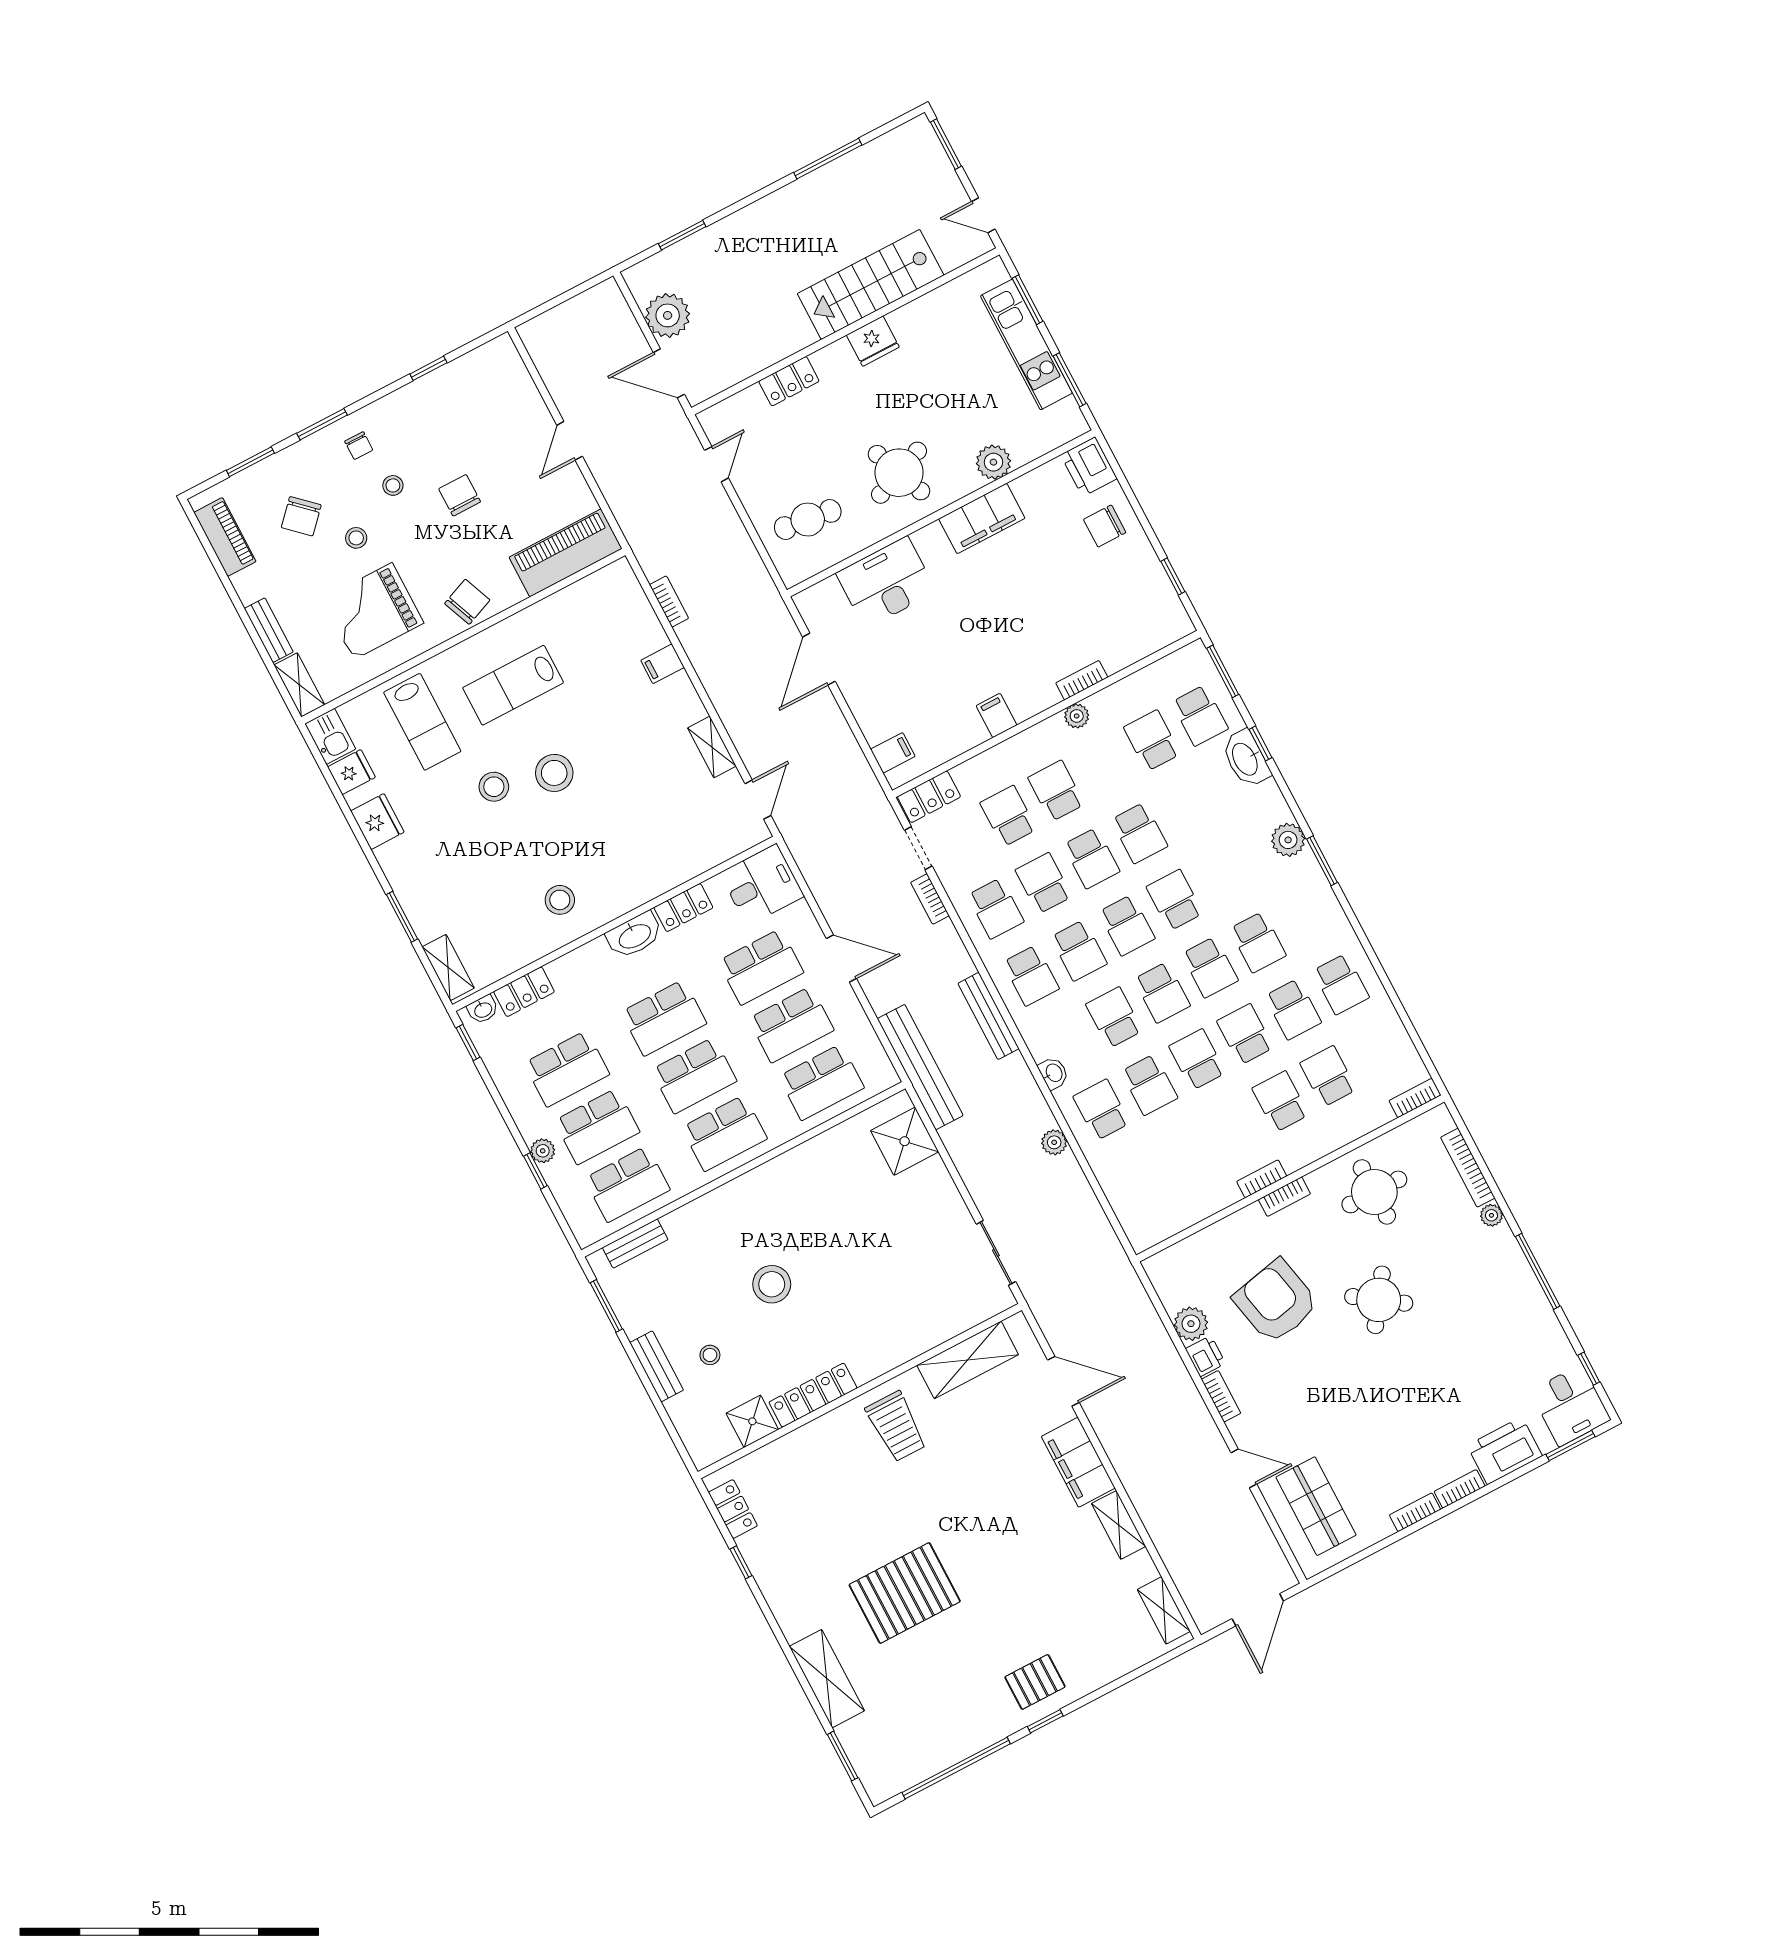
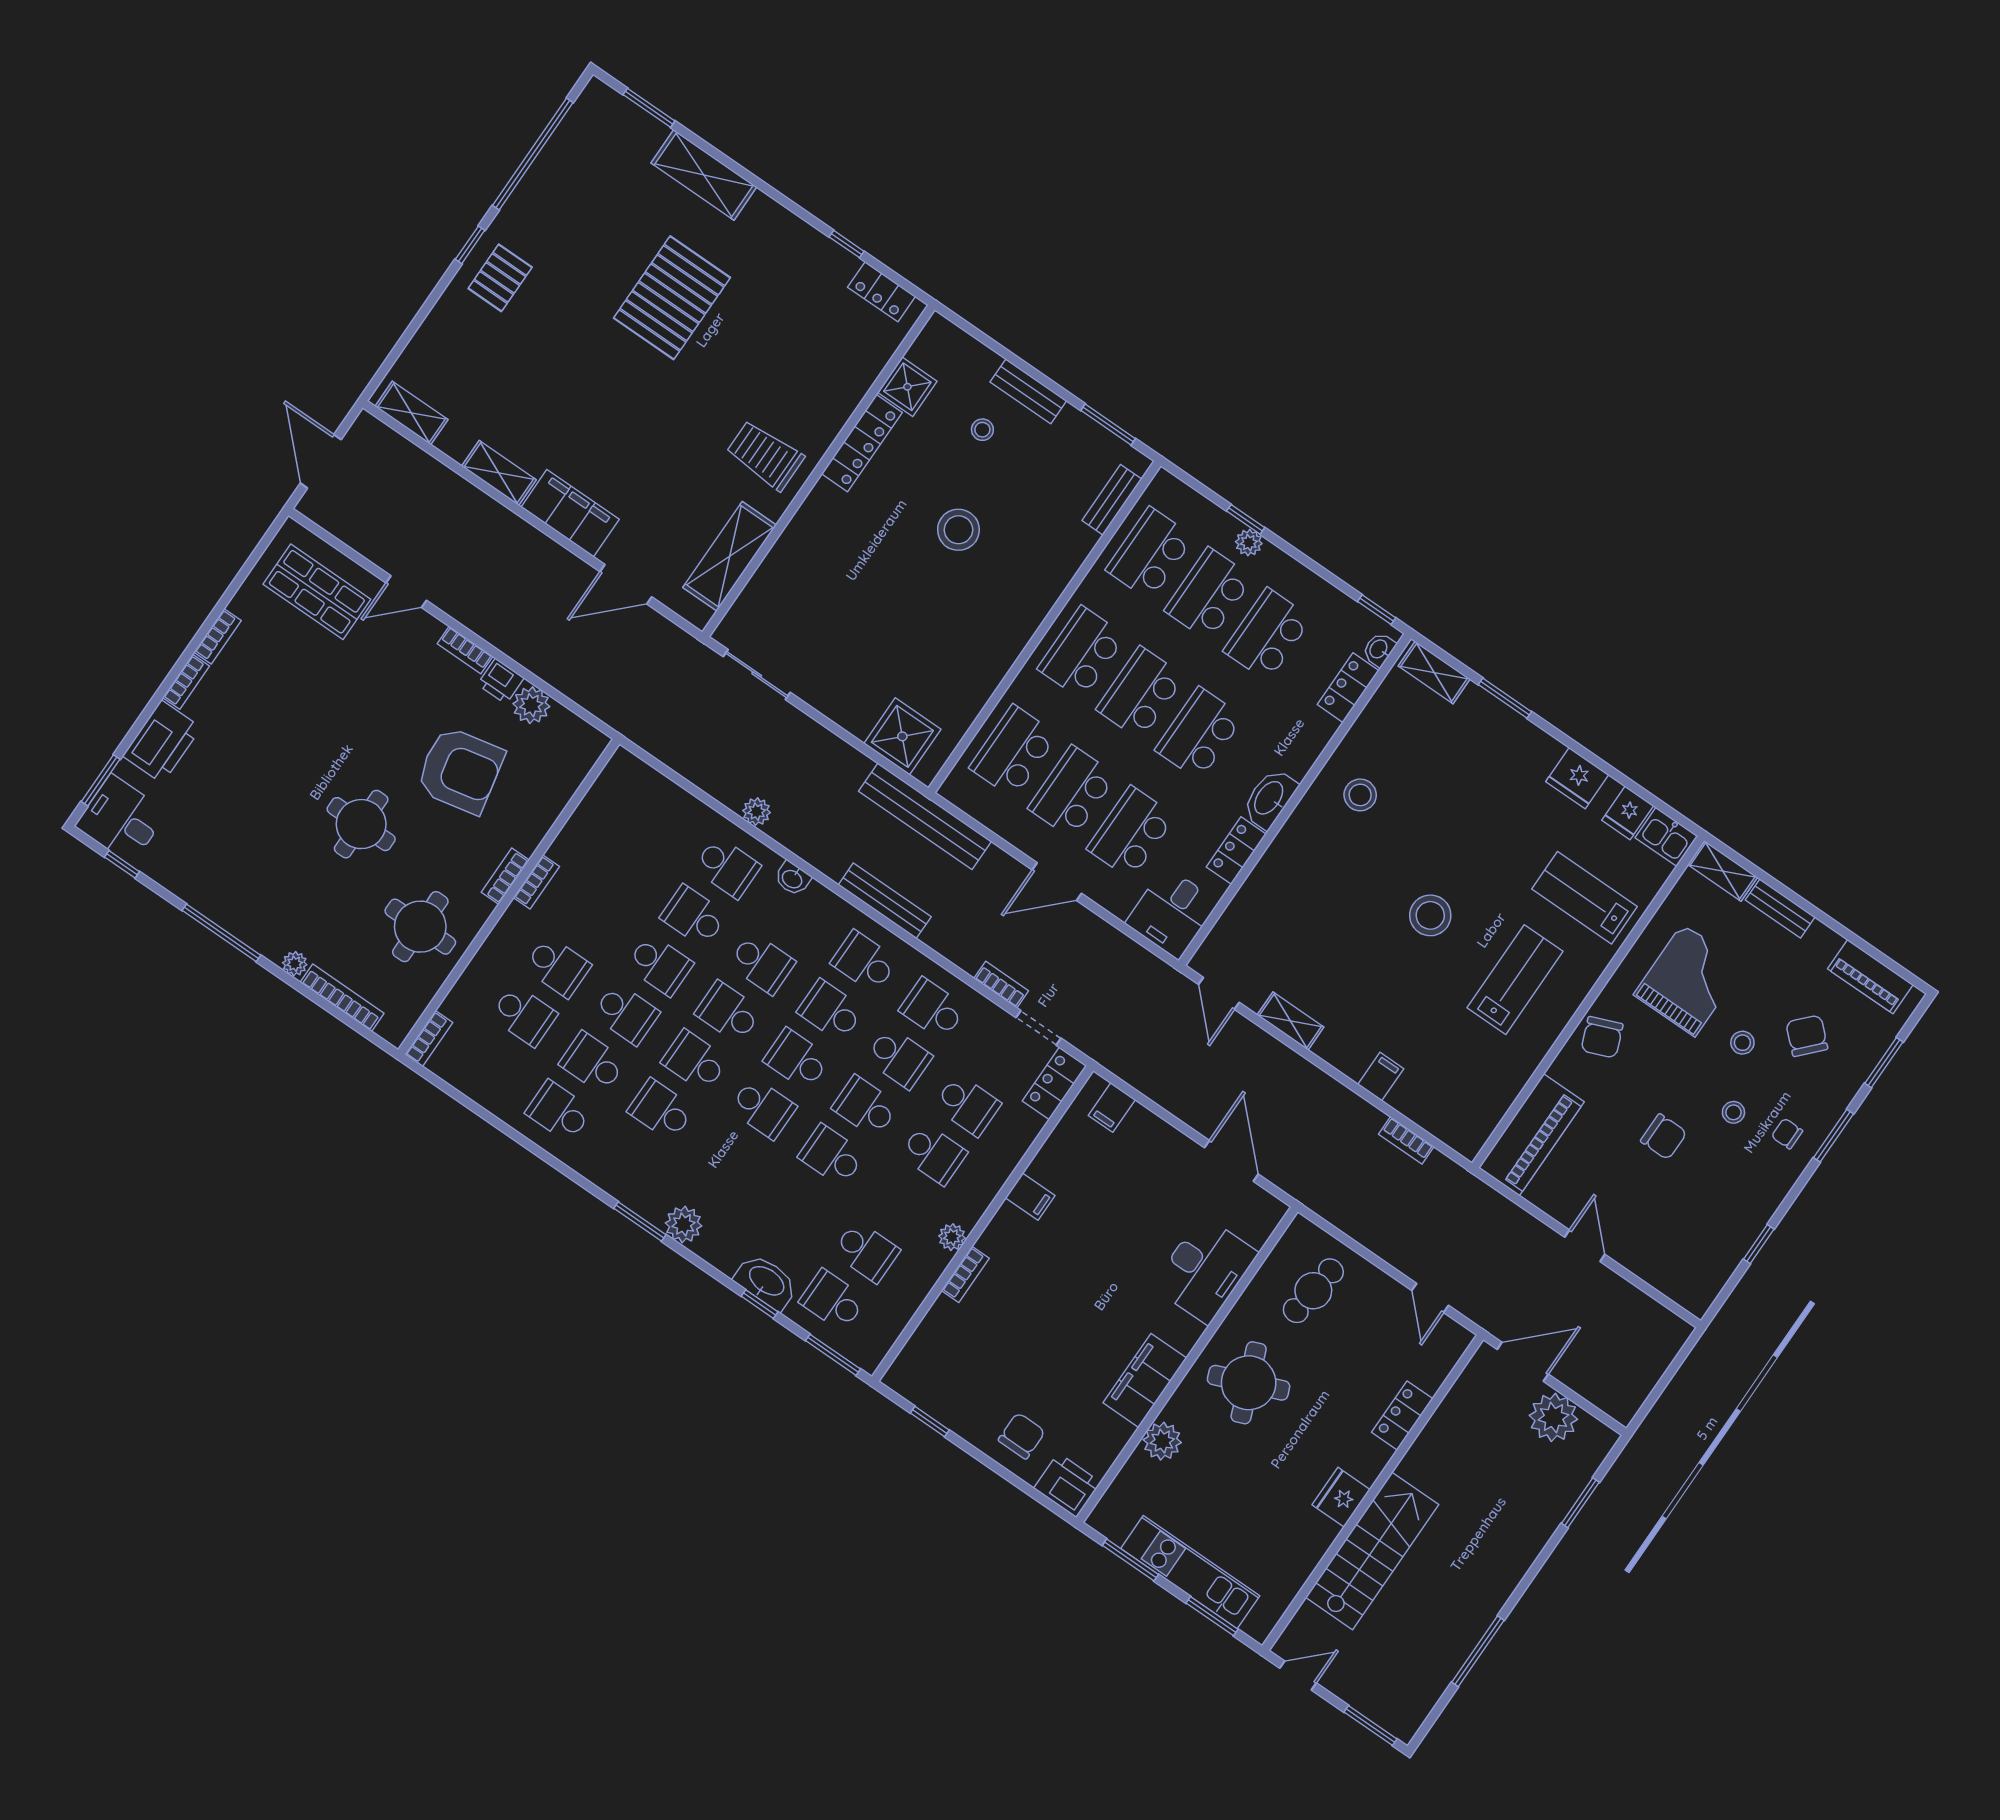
stool: (494, 787) -> (1482, 871), removed
round table: (1379, 1300) -> (361, 824), turned -35

